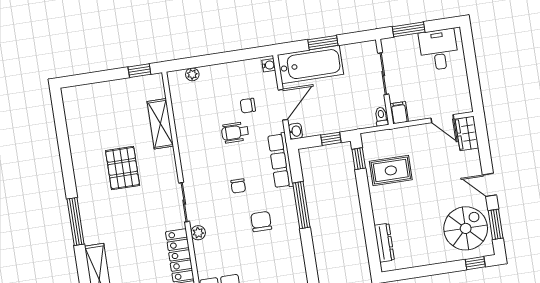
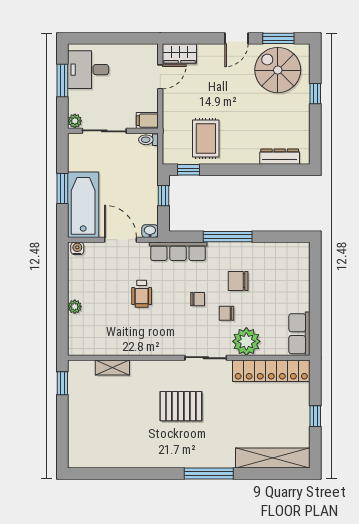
window: (409, 29) -> (62, 80), moved
plant: (388, 44) -> (75, 121), added
plant: (192, 74) -> (75, 307), moved
chair: (248, 106) -> (227, 313), moved, turned 90
shelving: (160, 124) -> (112, 367), width x0.67, depth x0.75
pallet: (123, 168) -> (181, 406), moved
plant: (198, 233) -> (246, 341), width x1.87, depth x1.87
window: (475, 263) -> (315, 94), moved

